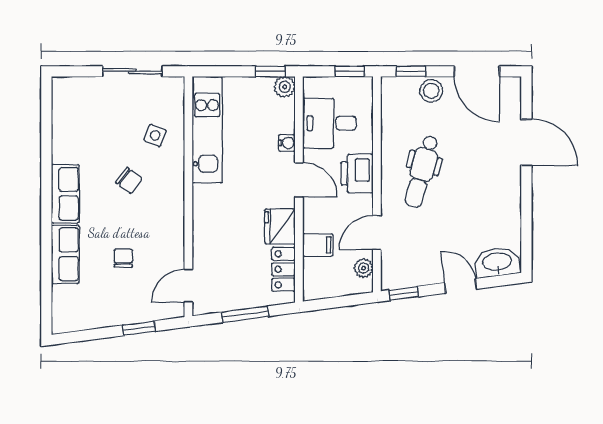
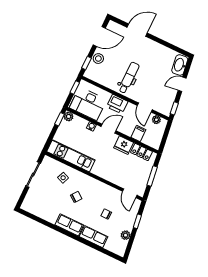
desk: (329, 123) -> (88, 104), width x1.37
dental chair: (422, 171) -> (129, 78), turned -106
plant: (99, 318) -> (126, 235), added

